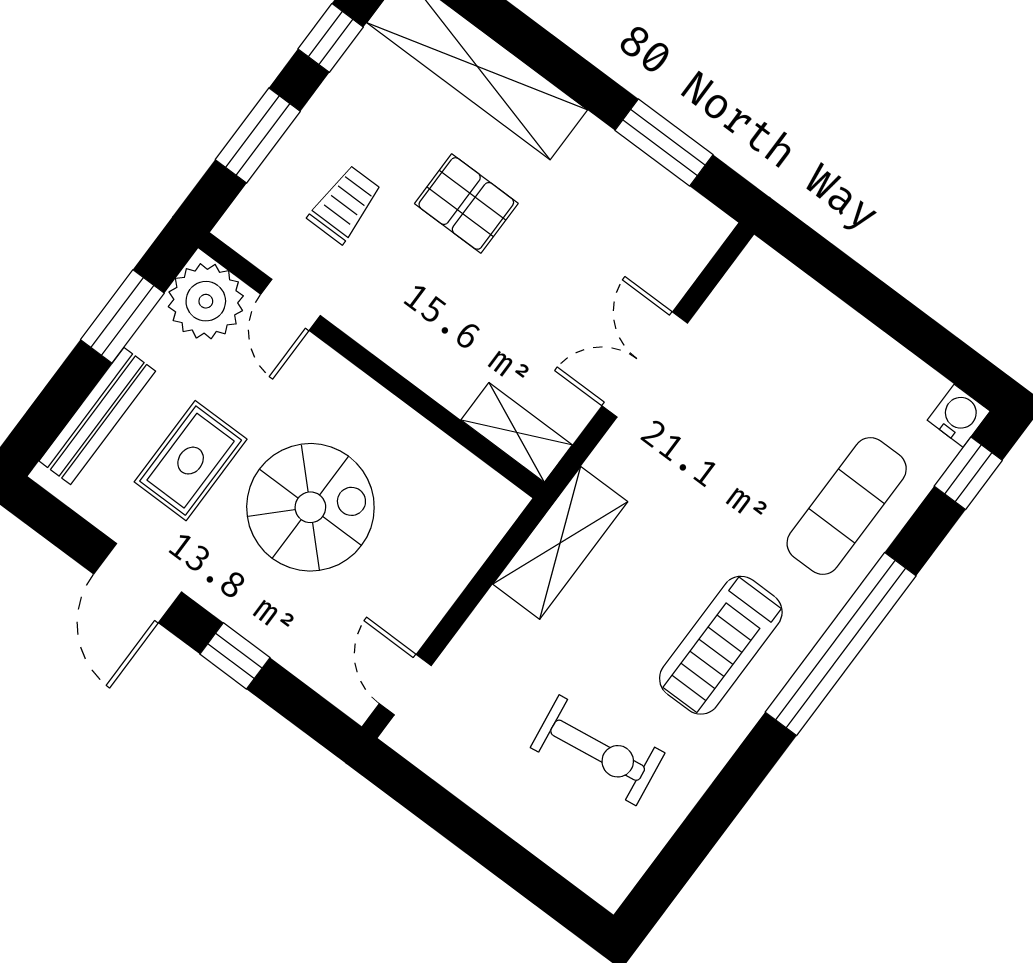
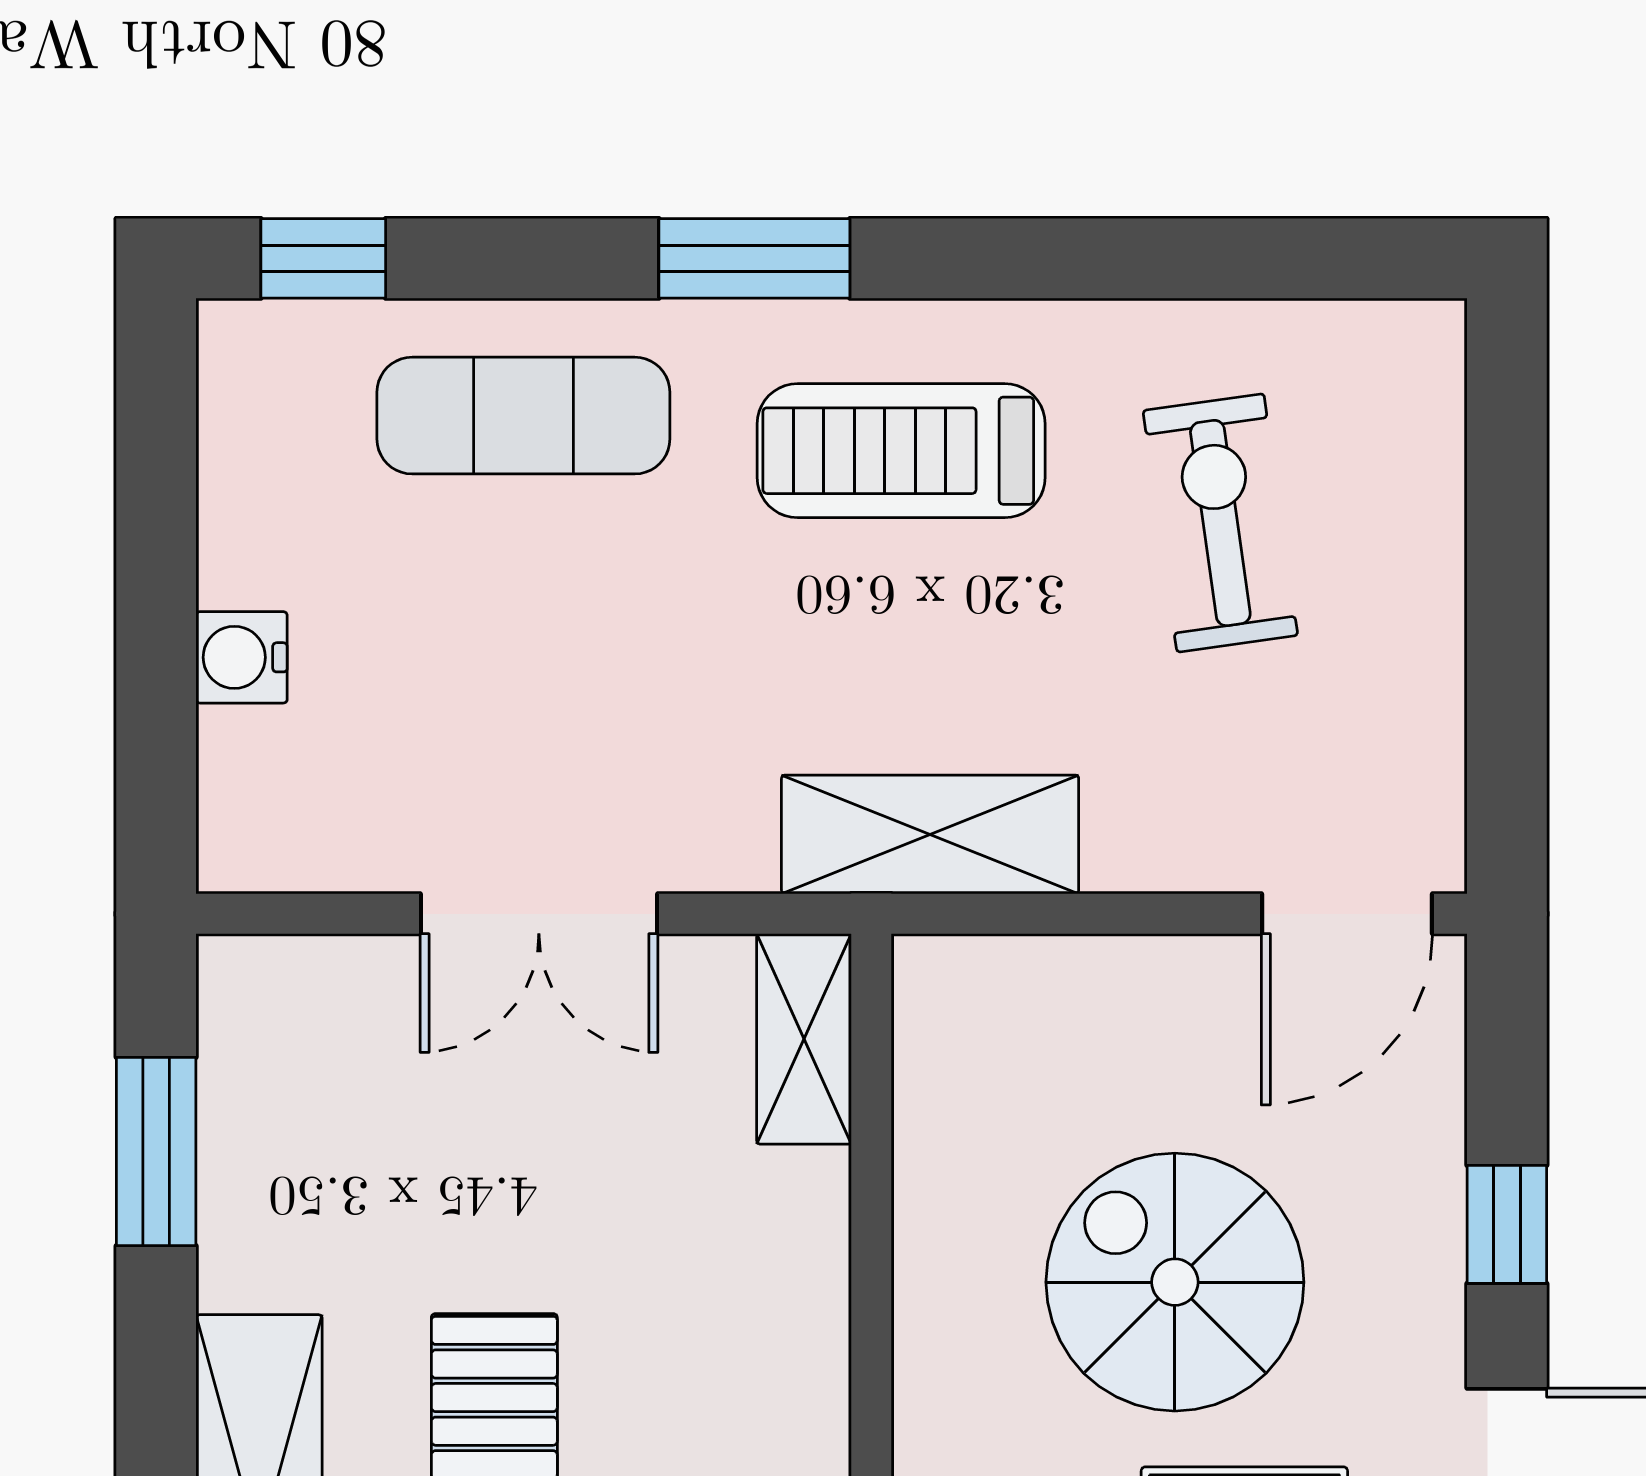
water cooler: (959, 416) -> (242, 657), moved
window: (841, 644) -> (754, 258), width x0.47
treadmill: (721, 645) -> (901, 451), turned 180
door: (405, 685) -> (1347, 914), width x1.38

